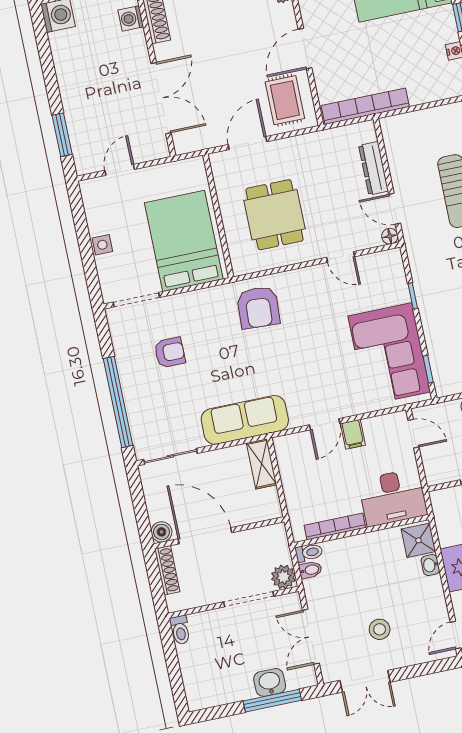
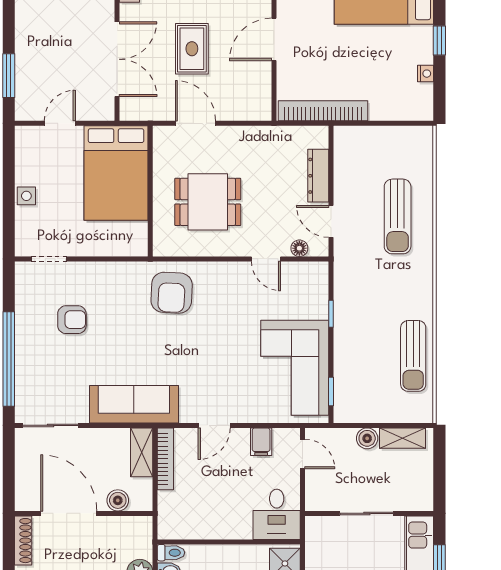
rug: (285, 100) -> (192, 49), moved
door: (248, 143) -> (196, 123), hinge flipped
dining table: (275, 215) -> (208, 202), turned 90
floor lamp: (390, 236) -> (299, 248), moved
bed: (184, 241) -> (116, 173), moved, turned 180
doorway: (136, 300) -> (49, 259), width x0.73
filing cabinet: (353, 434) -> (261, 442), moved
desk: (393, 497) -> (277, 514), width x0.73
bookcase: (335, 527) -> (165, 459), moved, turned 90
boiler: (161, 532) -> (118, 500), moved

